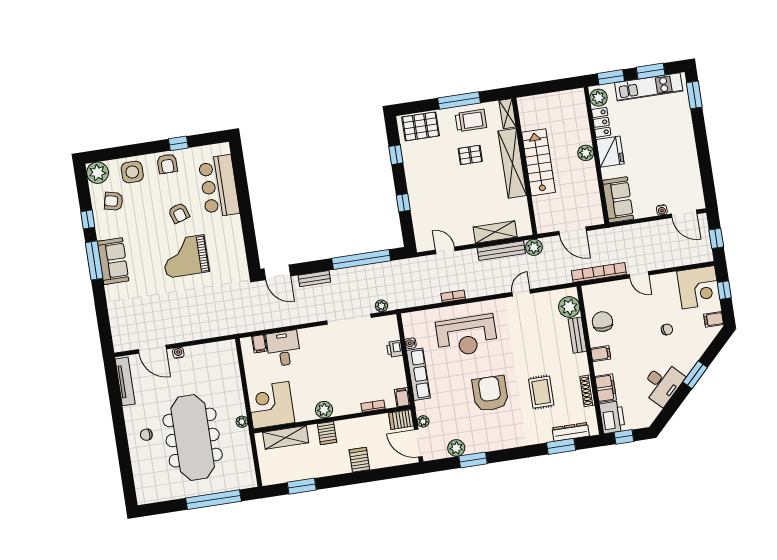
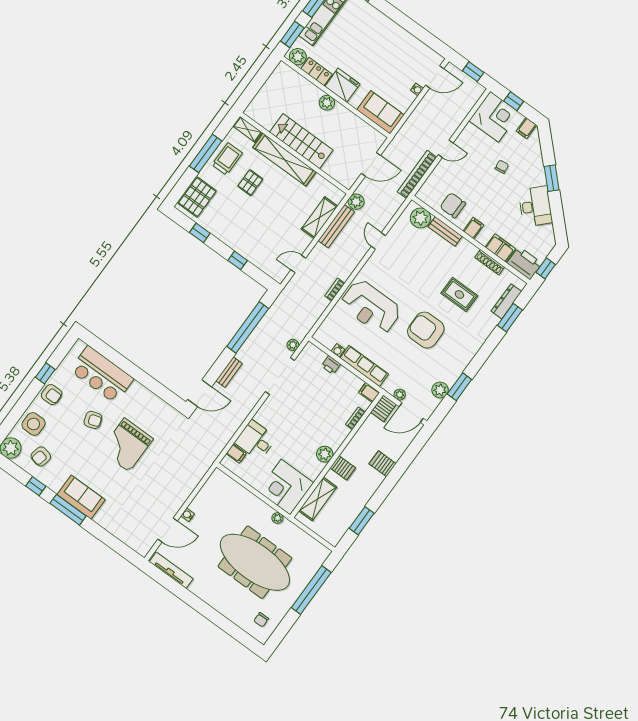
reception desk: (467, 336) -> (371, 307), turned 90
chair: (146, 435) -> (261, 620), moved

